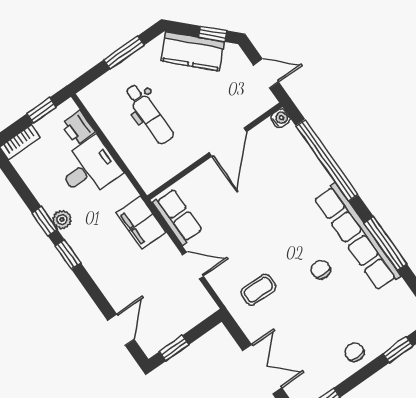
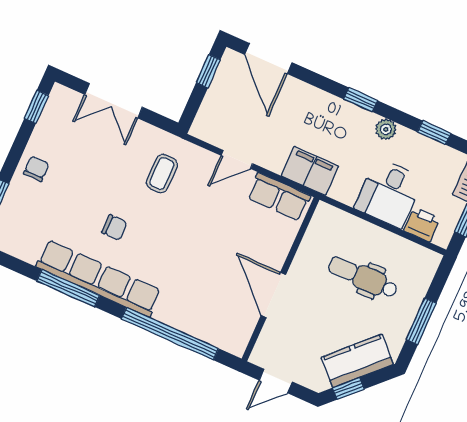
water cooler: (280, 118) -> (237, 347), removed
window: (45, 221) -> (434, 133), moved
door: (121, 330) -> (268, 59), width x1.38
chair: (355, 352) -> (36, 169), turned -90

